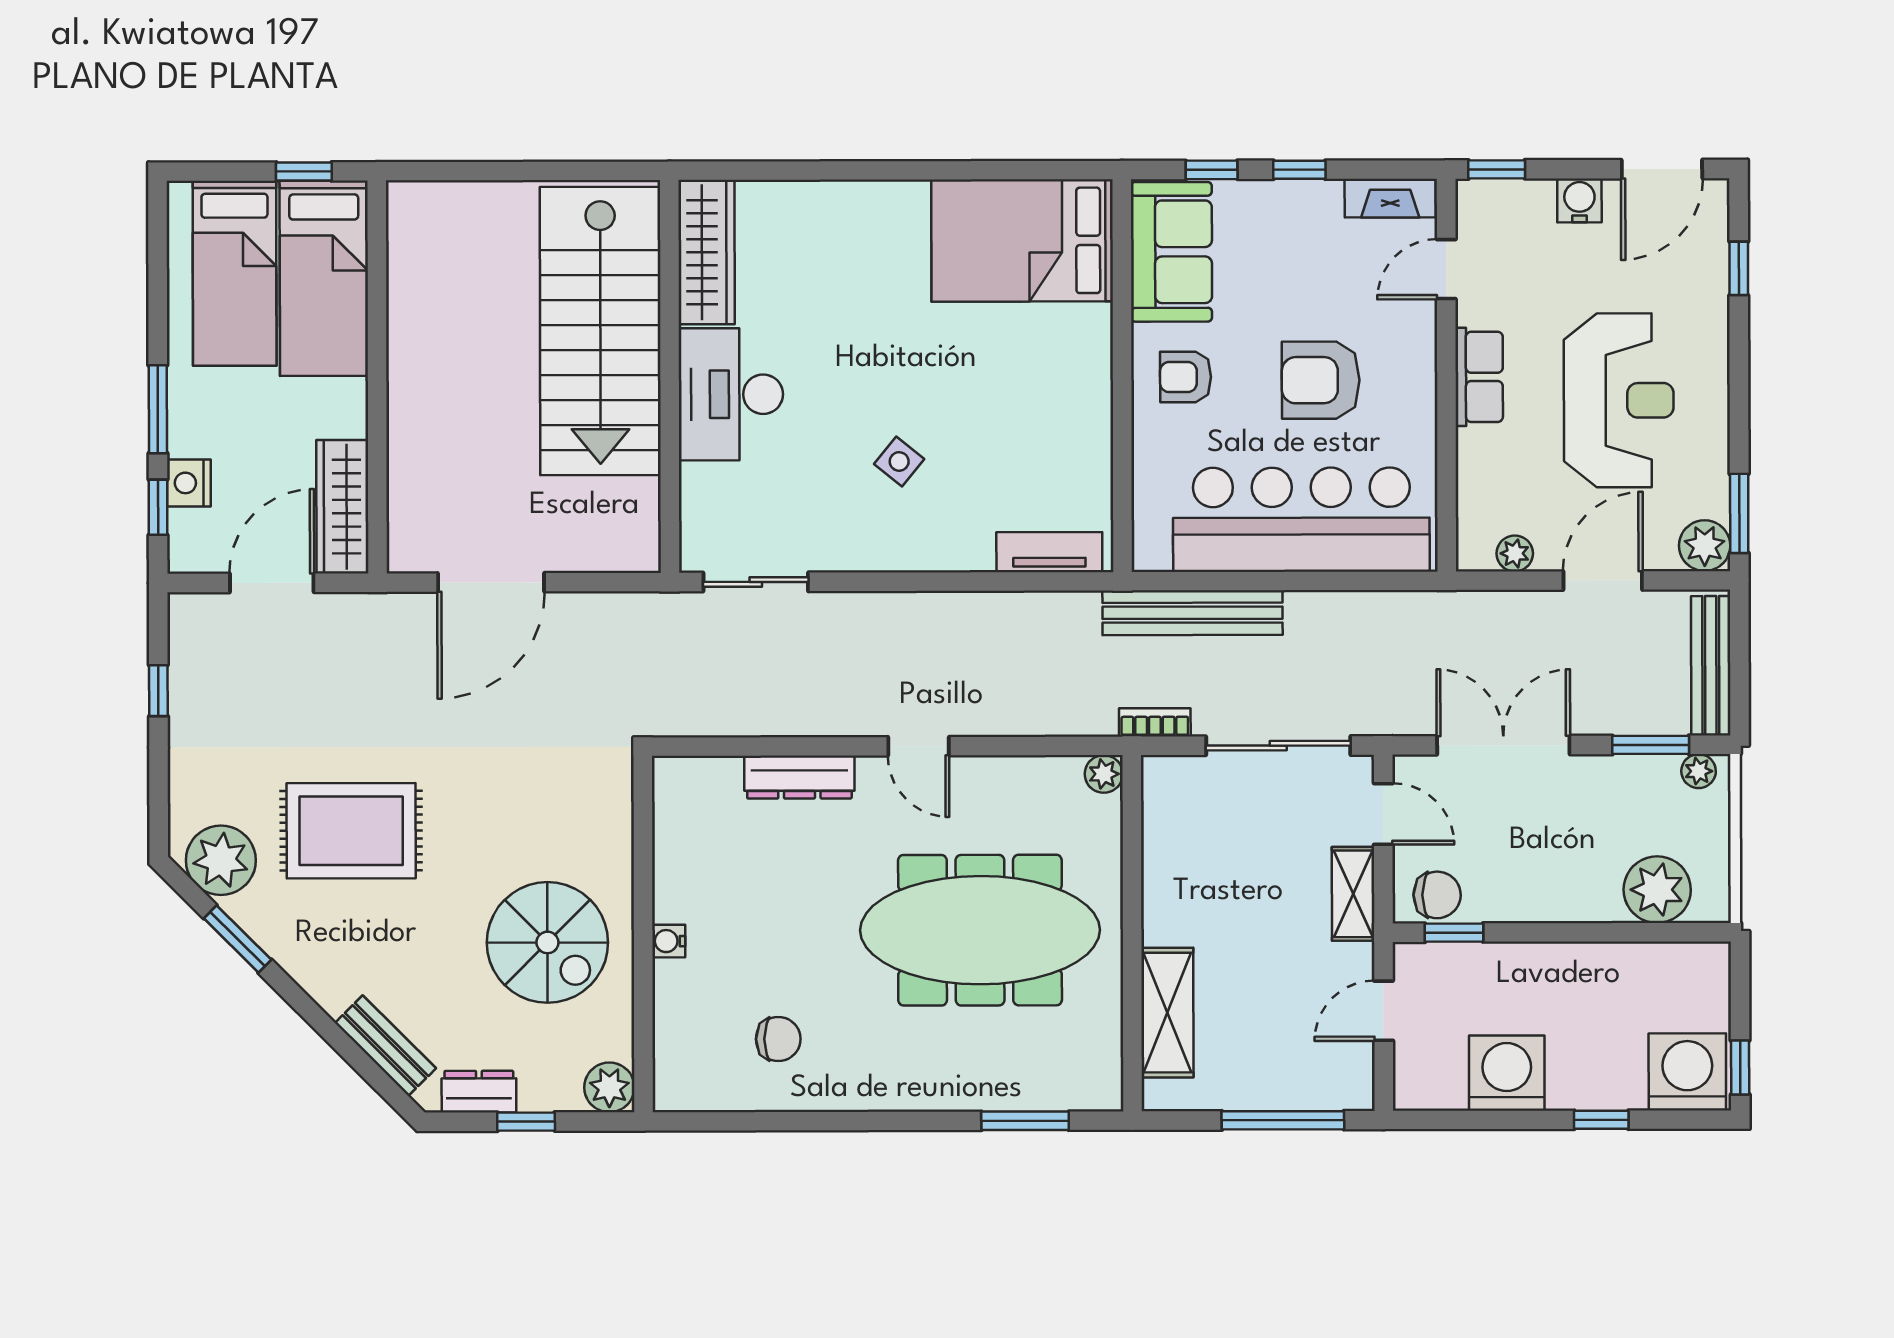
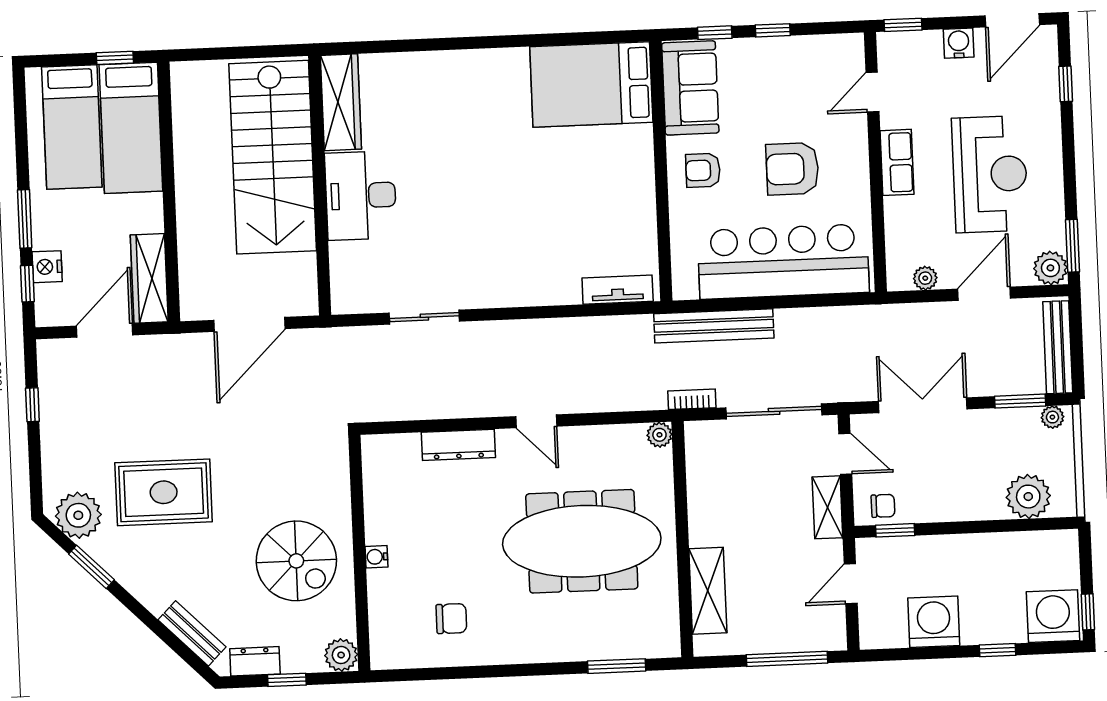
fireplace: (1390, 198) -> (833, 47), removed
wardrobe: (706, 252) -> (341, 102), moved
stairs: (600, 331) -> (273, 157), moved
wall: (670, 376) -> (320, 185), moved
desk: (731, 394) -> (361, 196), moved
side table: (899, 461) -> (516, 234), removed
chair: (1437, 895) -> (883, 506), width x0.73, depth x0.73

